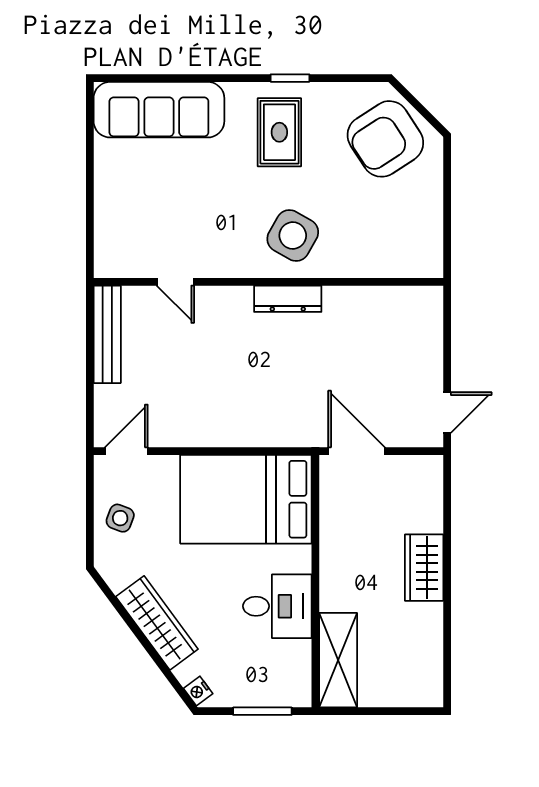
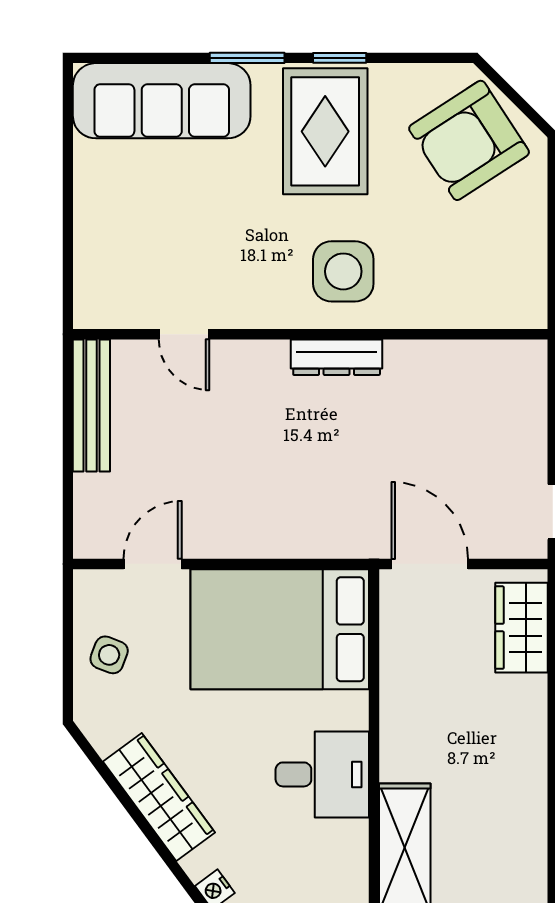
window: (222, 78) -> (247, 58), added
rug: (279, 132) -> (325, 131), width x1.36, depth x1.43
side table: (293, 235) -> (343, 271), turned -30
door: (126, 451) -> (153, 564), moved
wardrobe: (424, 568) -> (521, 628), moved

